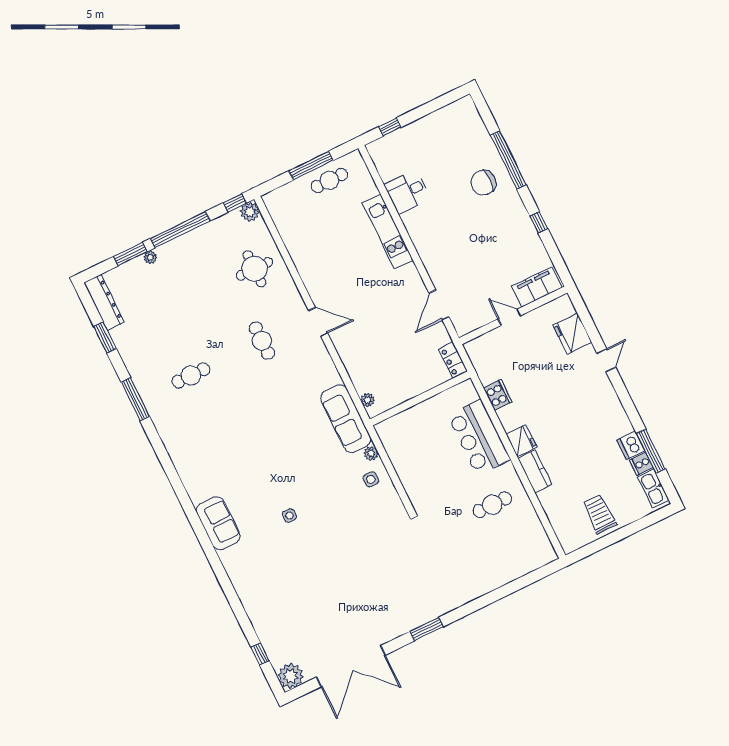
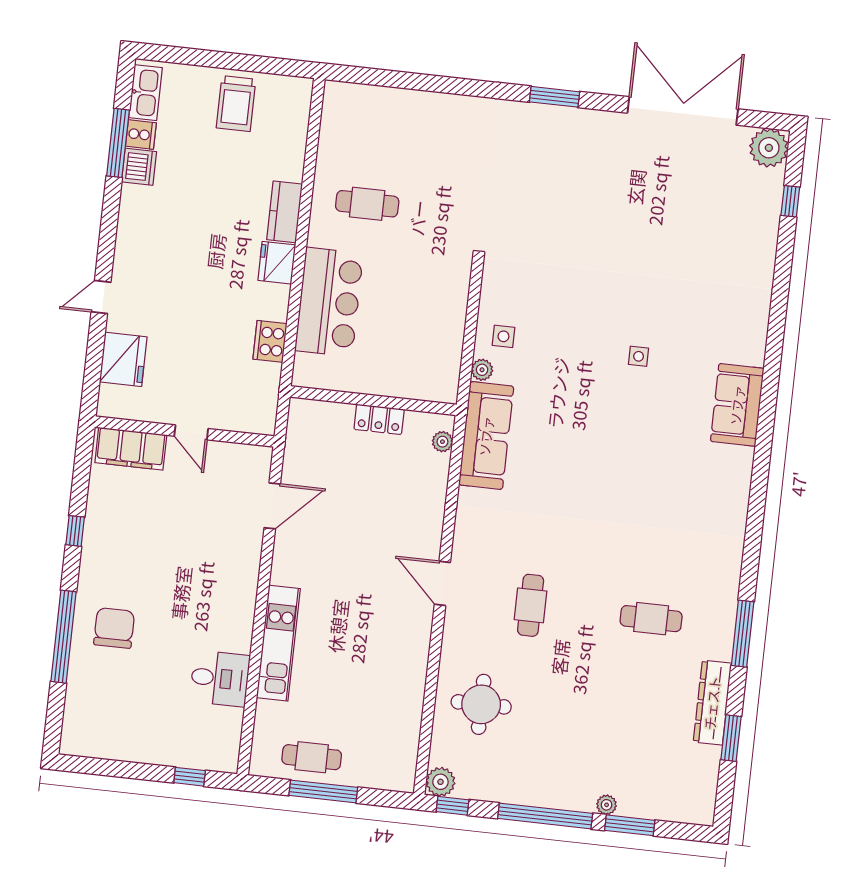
chair: (483, 183) -> (114, 628), turned -90
dresser: (104, 303) -> (712, 703), moved
locker: (453, 360) -> (379, 419), moved, turned 90

